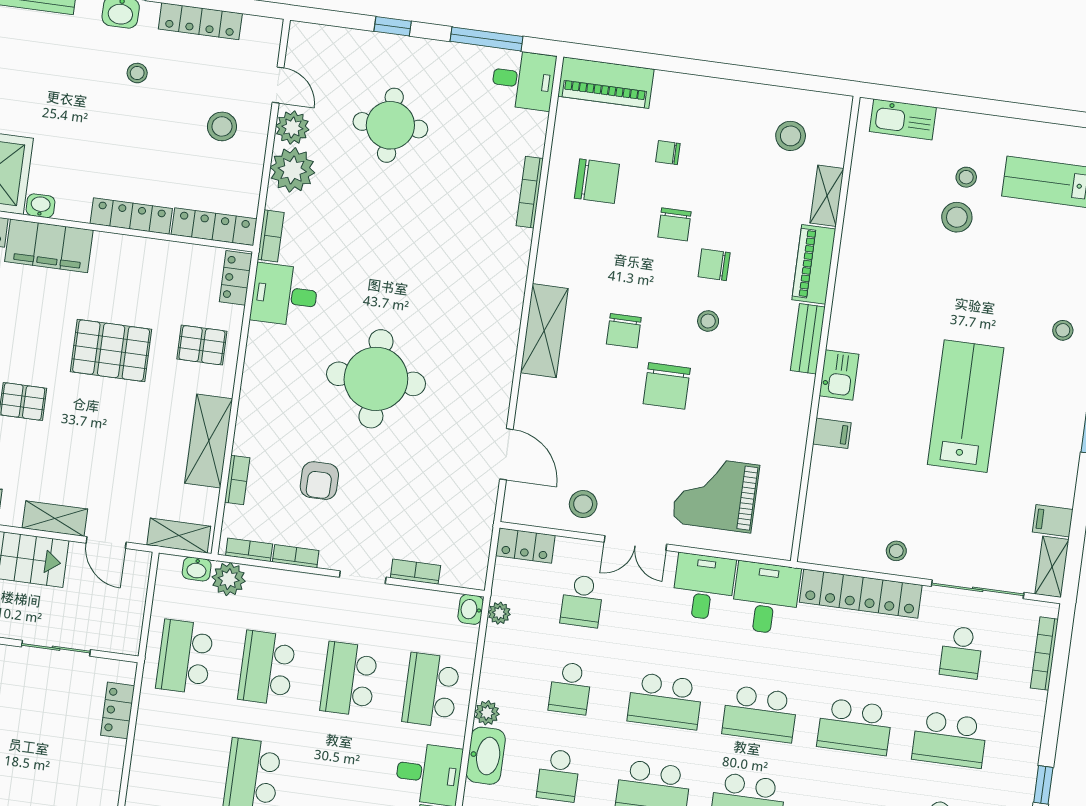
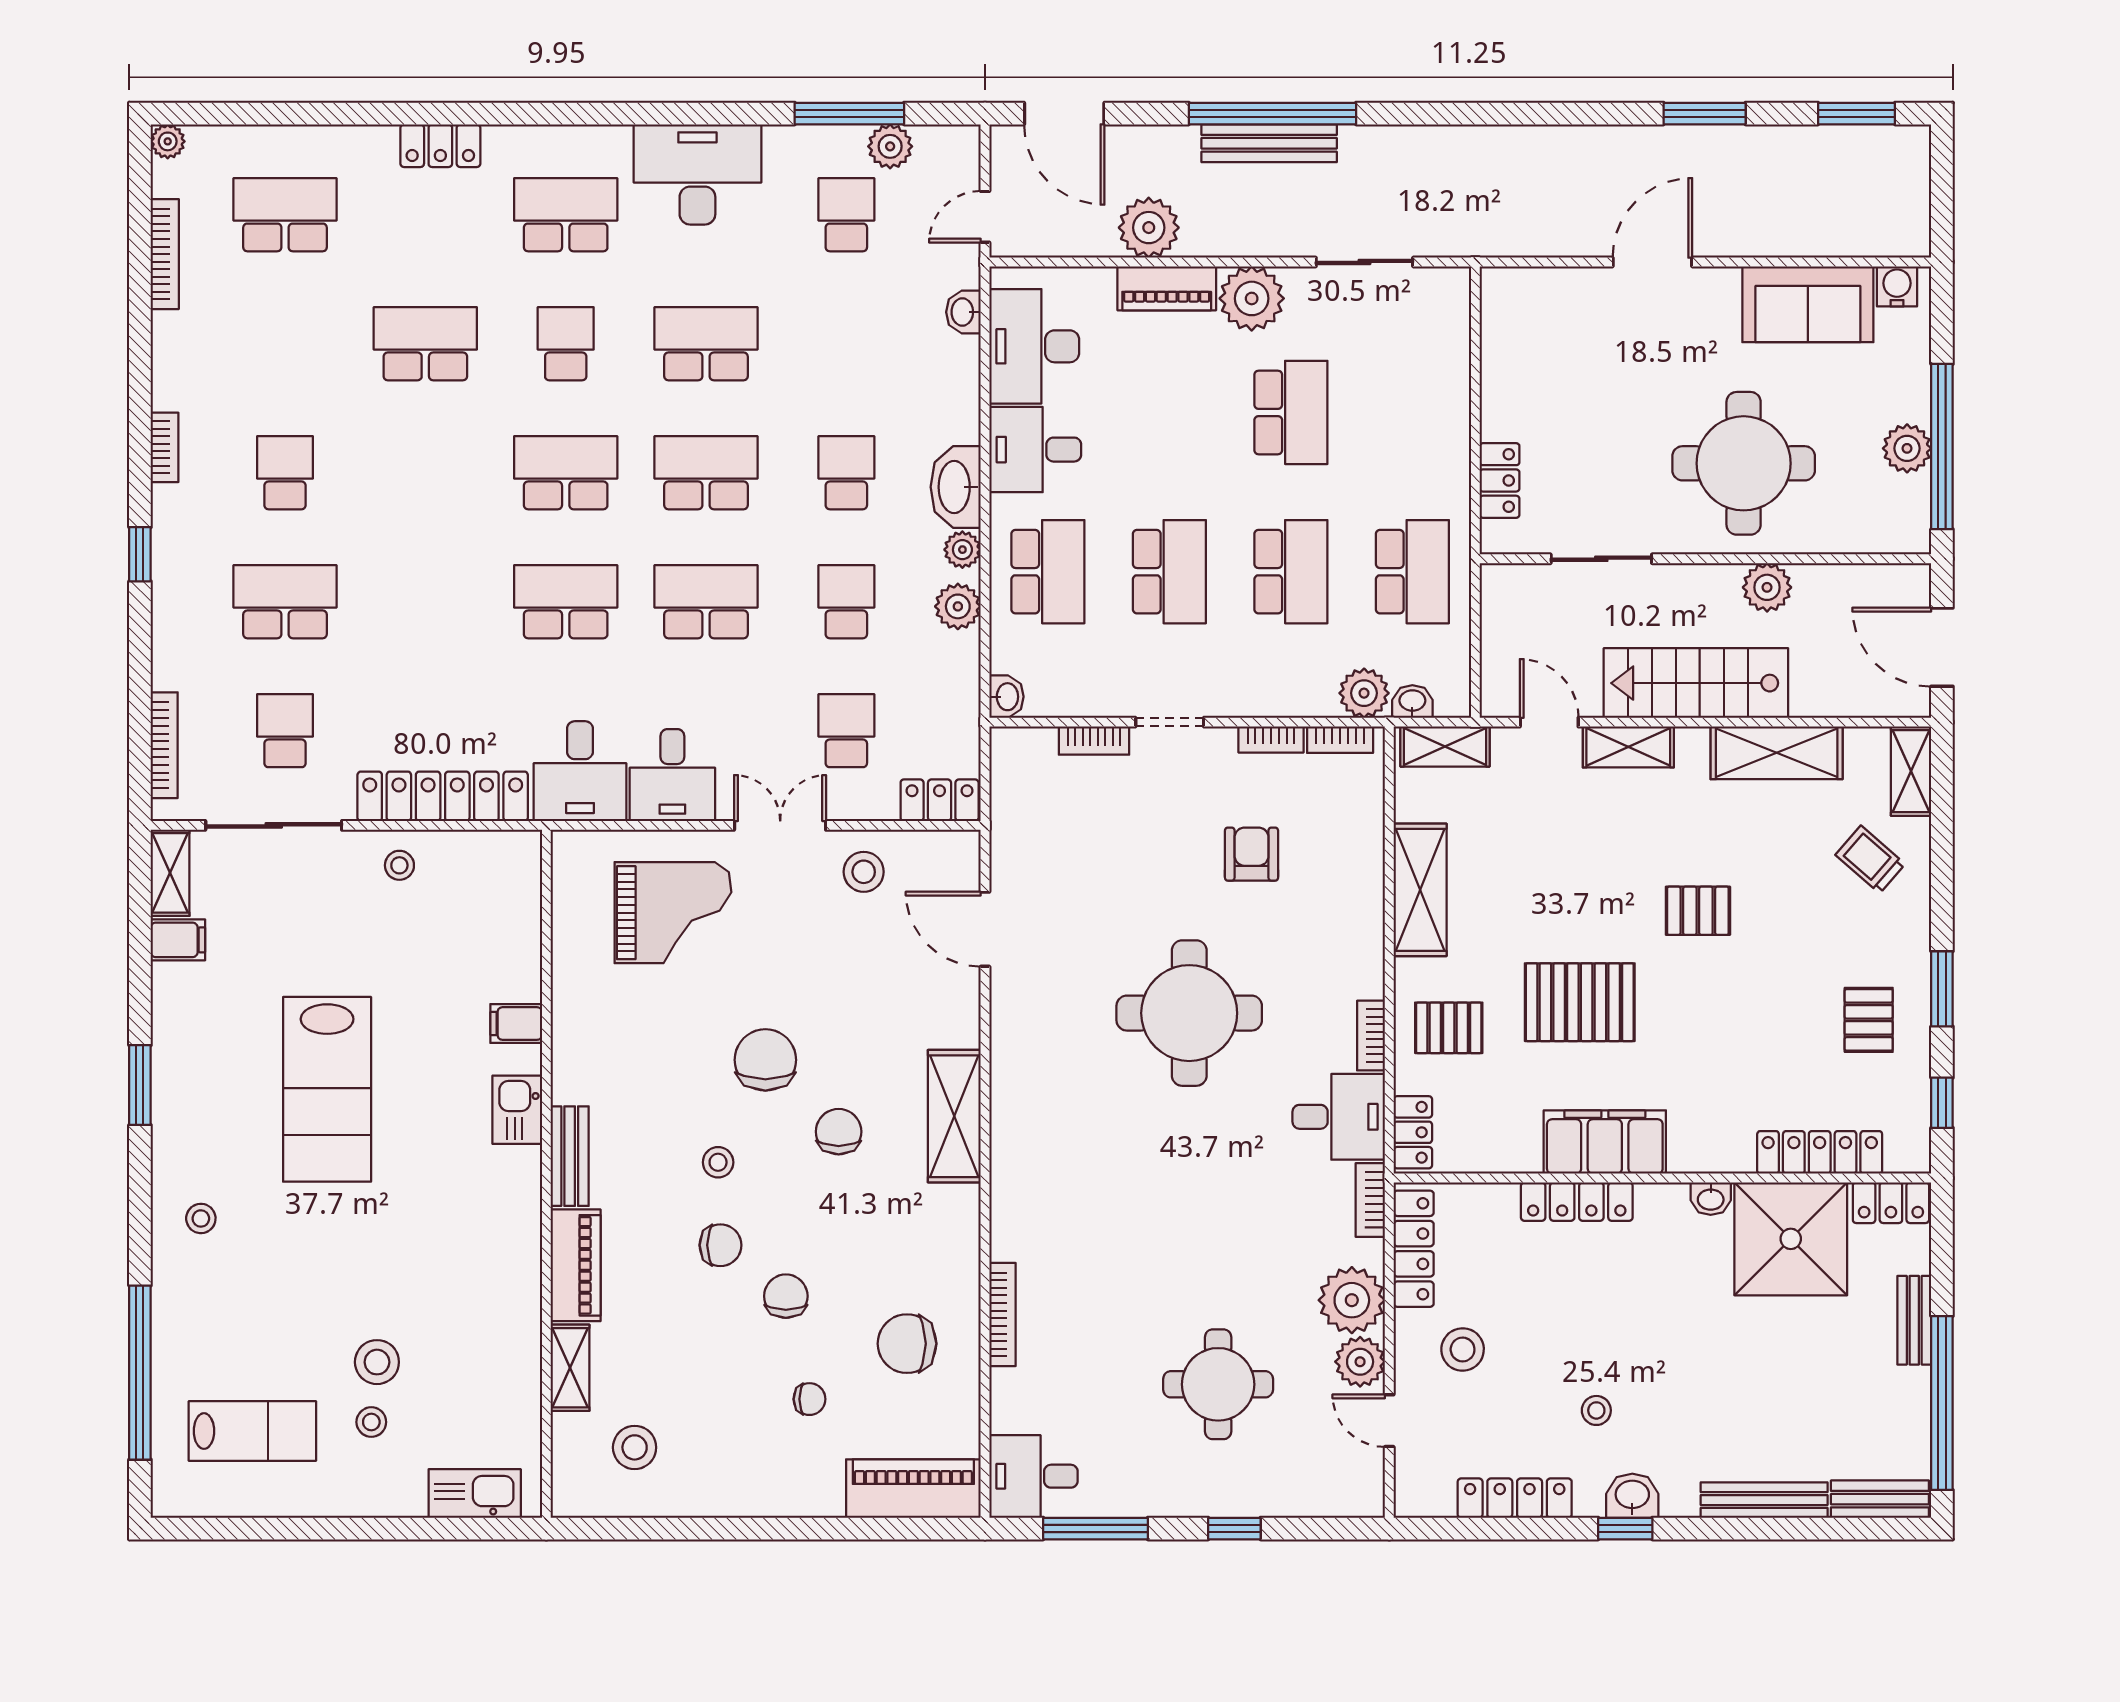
locker: (214, 227) -> (1414, 1249), moved, turned -90
filing cabinet: (49, 246) -> (1605, 1142), moved
bookcase: (237, 480) -> (1371, 1036), moved
plant: (499, 613) -> (958, 606), moved, width x1.38, depth x1.38
school desk: (855, 727) -> (425, 602), removed

